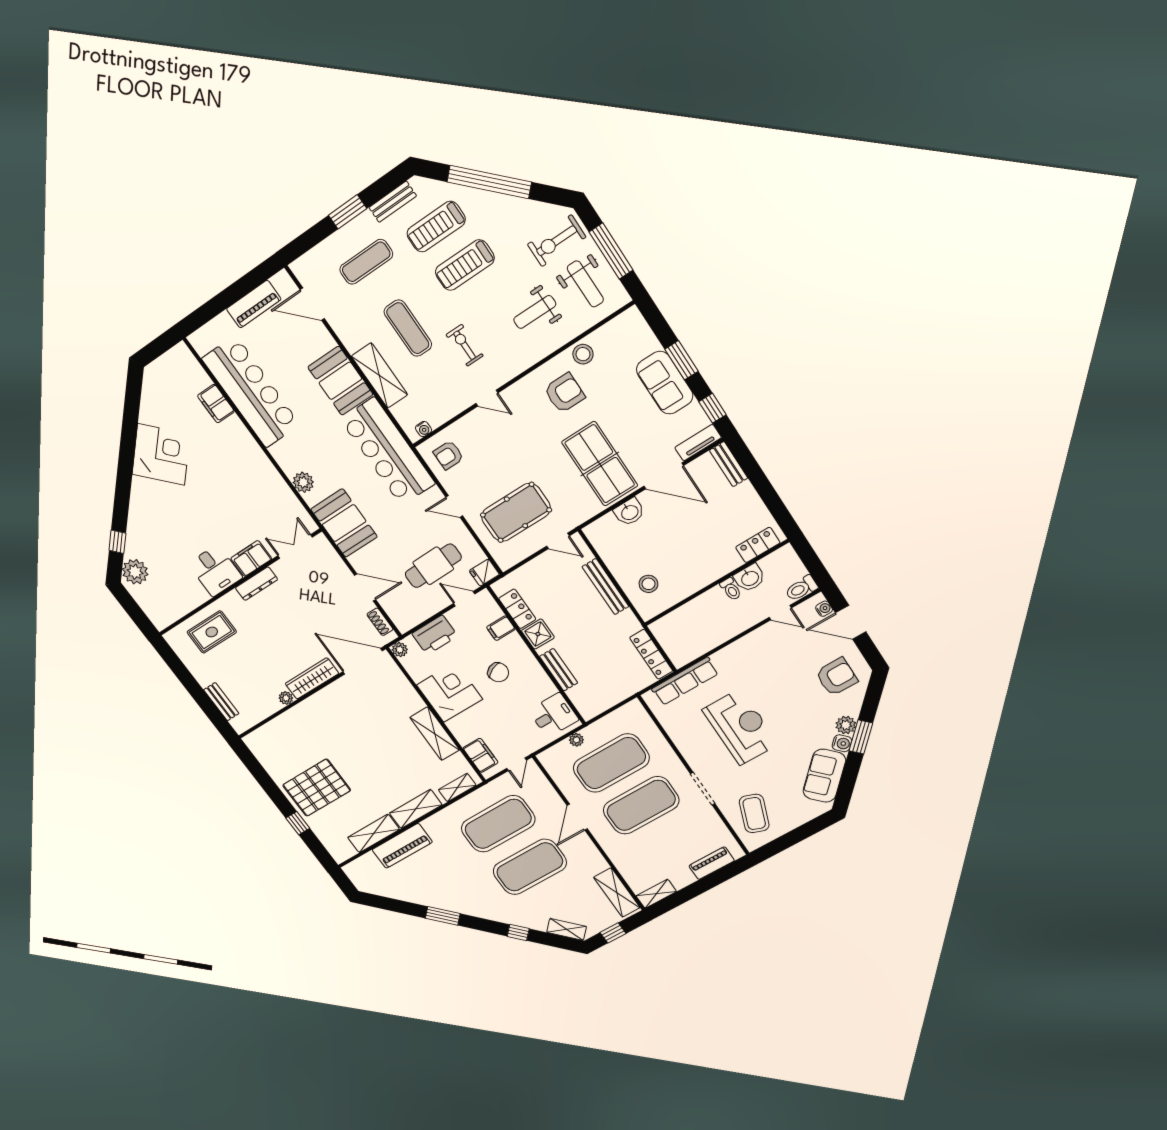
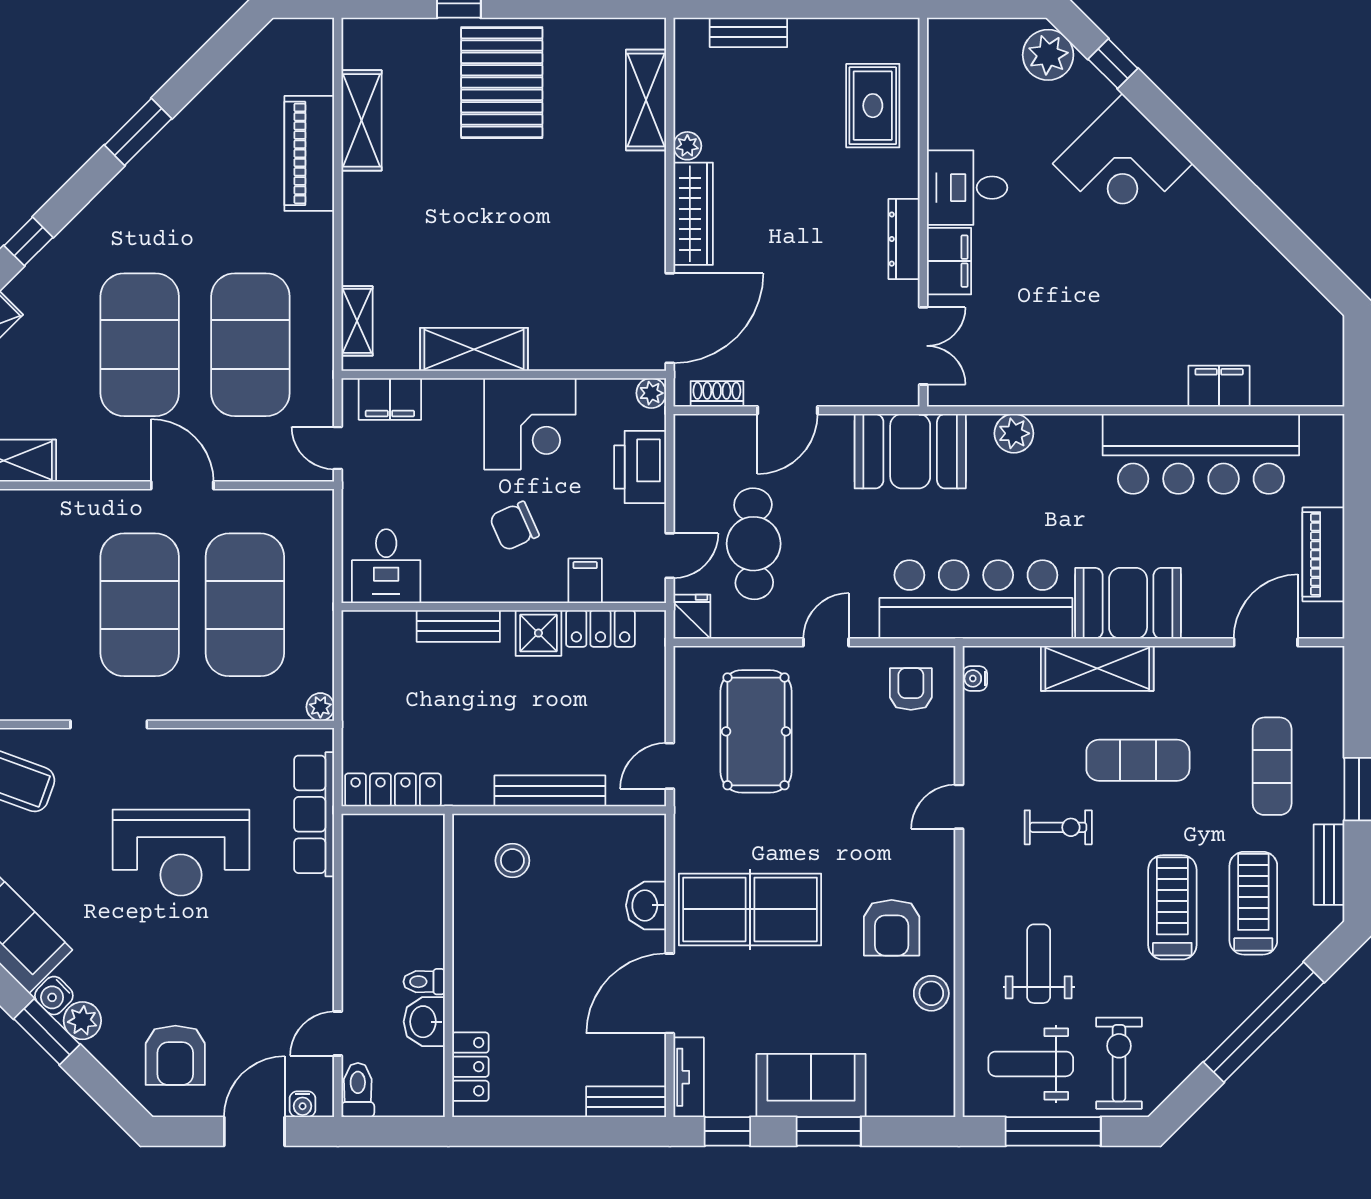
corner desk: (161, 454) -> (1123, 164), moved
plant: (576, 740) -> (320, 707), moved
shelving: (416, 809) -> (646, 100), moved

